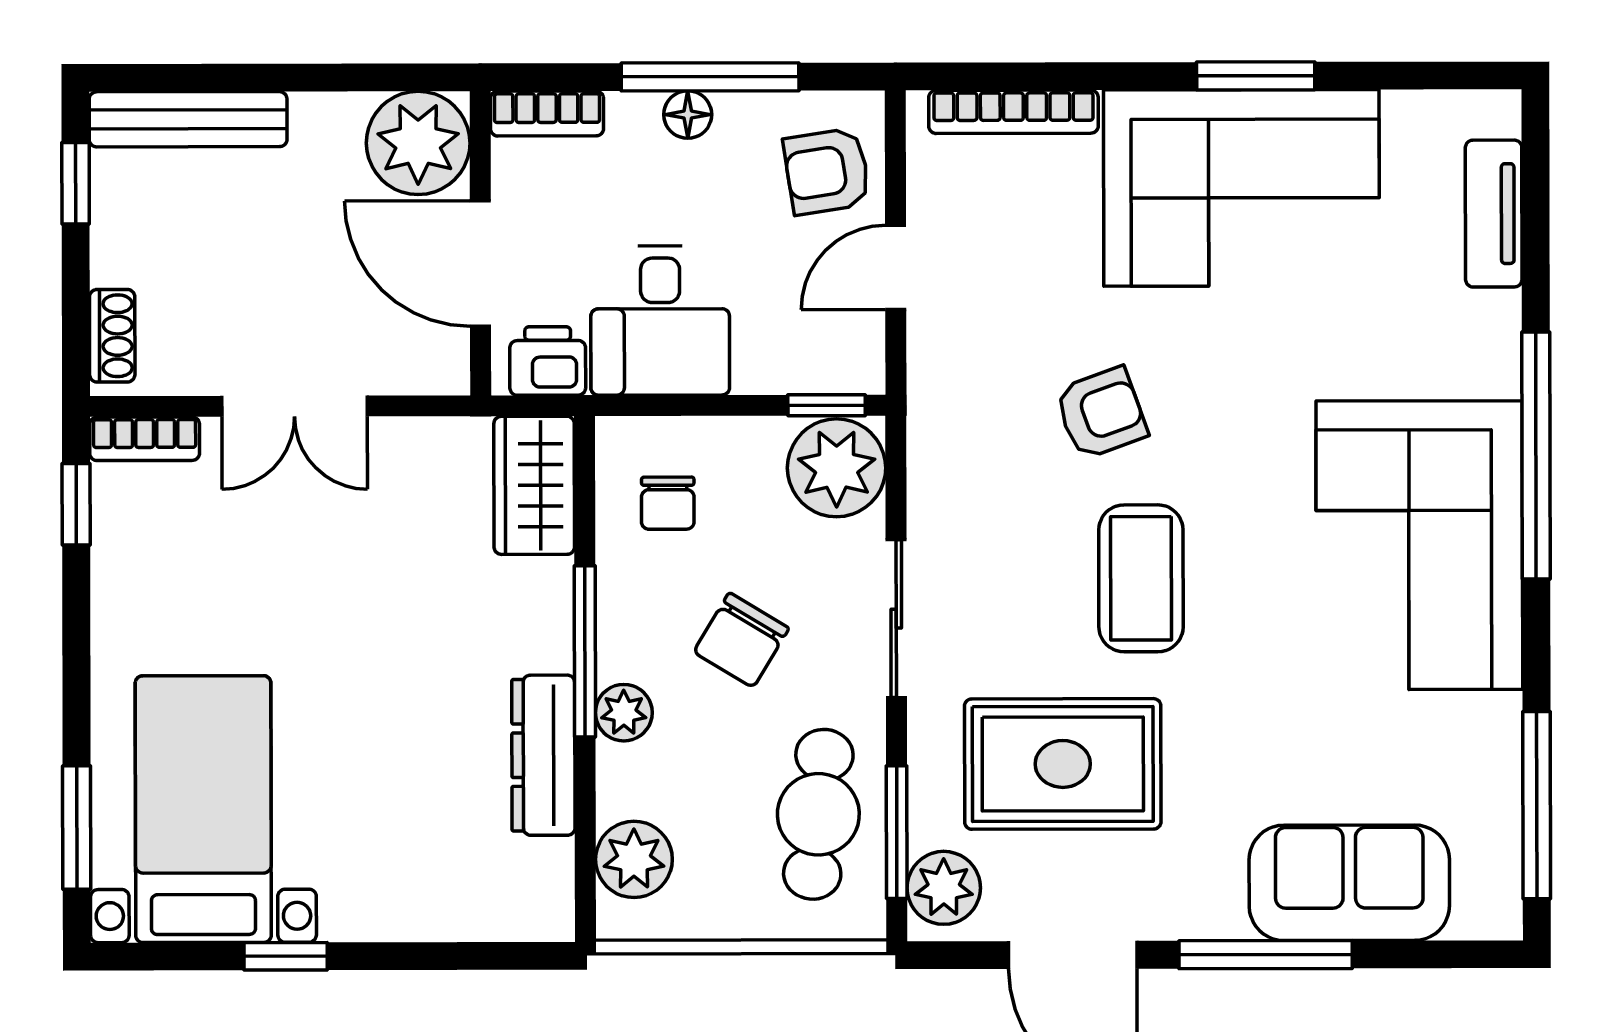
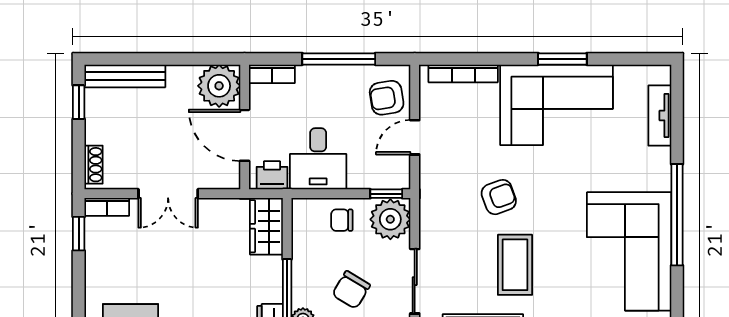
floor lamp: (688, 115) -> (330, 74), removed
chair: (668, 503) -> (342, 220), moved, turned 90

